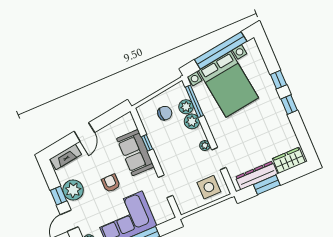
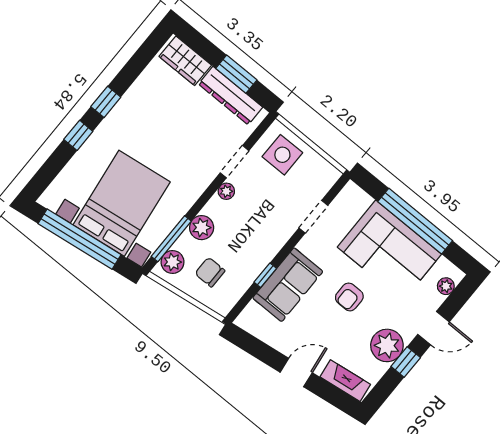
plant: (186, 107) -> (173, 262), moved

